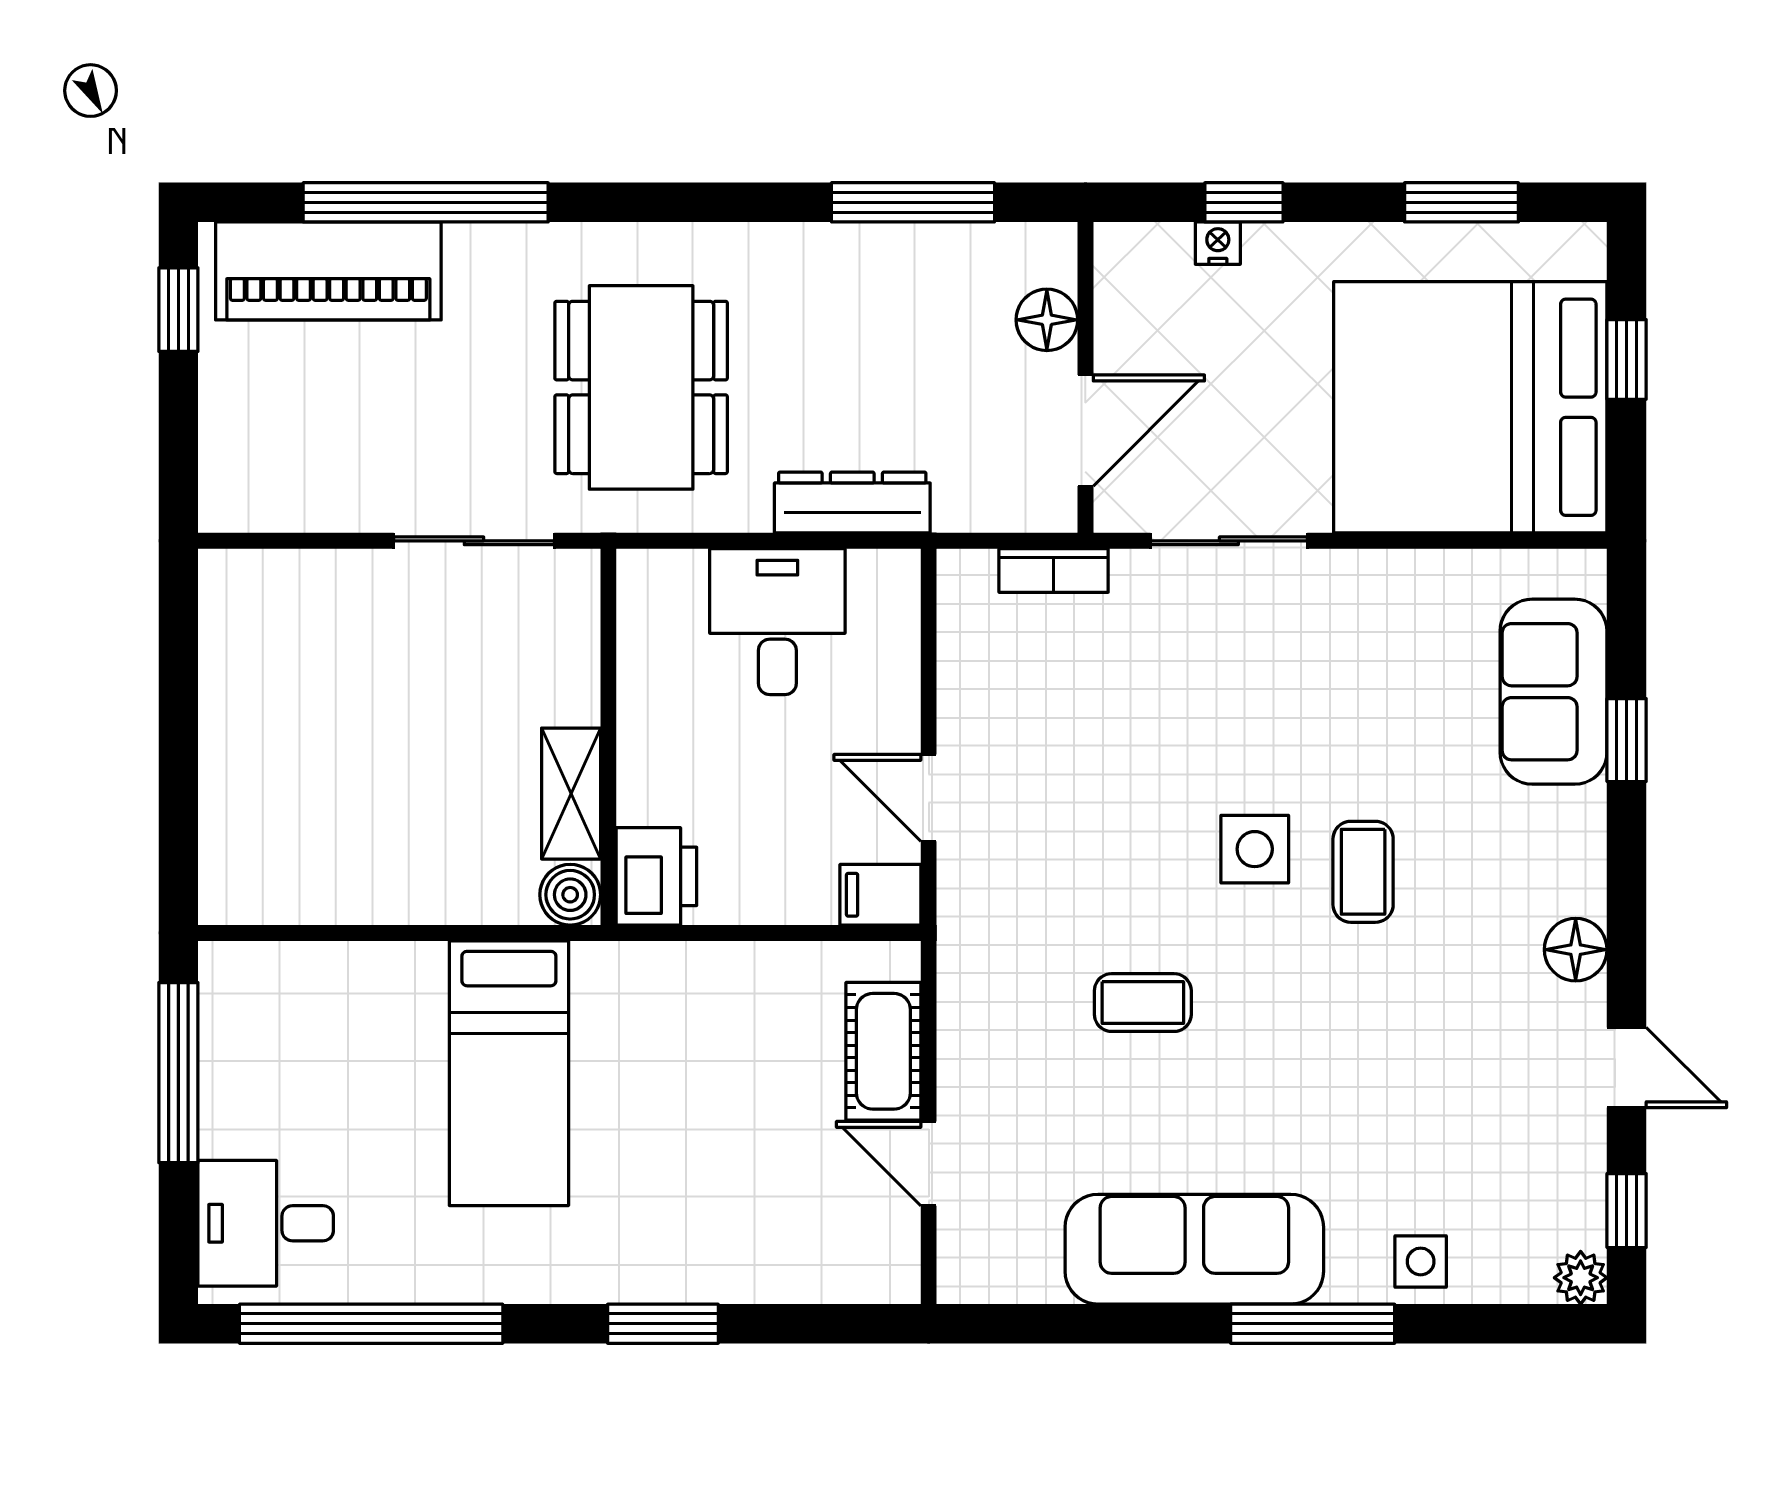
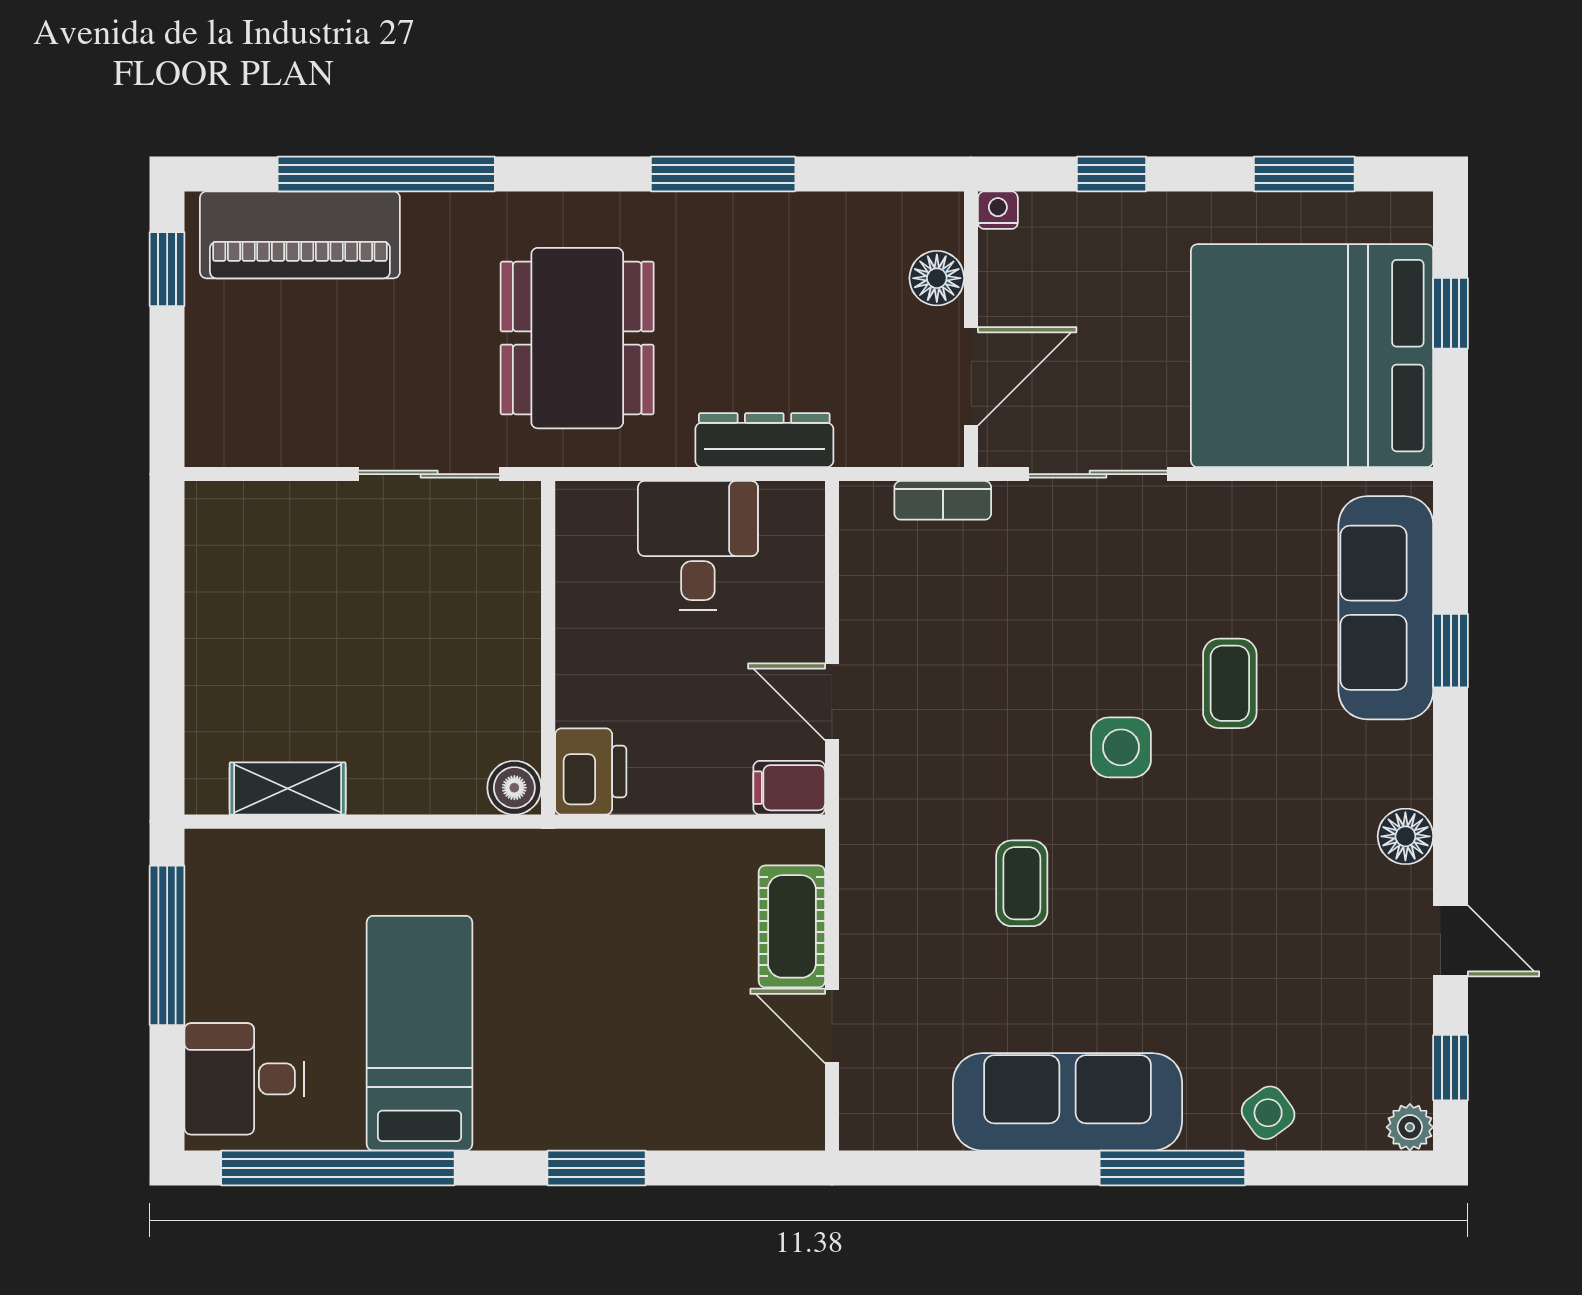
window: (913, 202) -> (723, 174), moved
nightstand: (1218, 243) -> (998, 210), moved
sofa: (1553, 692) -> (1386, 608), width x1.36
shelving: (571, 794) -> (288, 788), moved, turned 90
coffee table: (1363, 872) -> (1230, 683), moved
coffee table: (1143, 1003) -> (1022, 883), turned 90
bed: (509, 1073) -> (420, 1033), moved, turned 180
side table: (1421, 1261) -> (1268, 1113), turned -36

